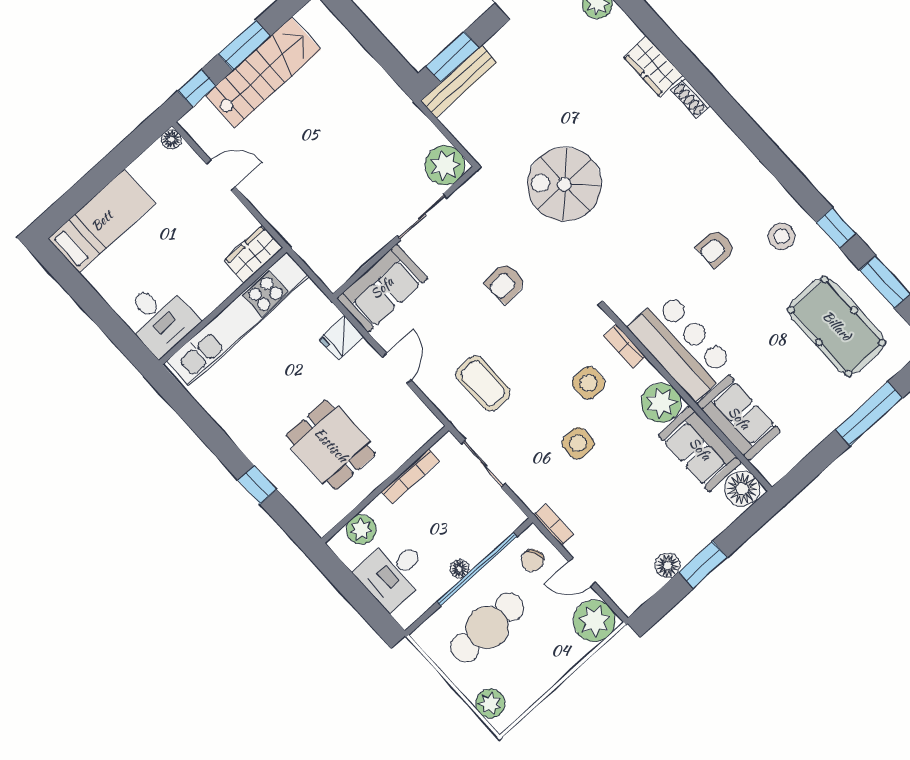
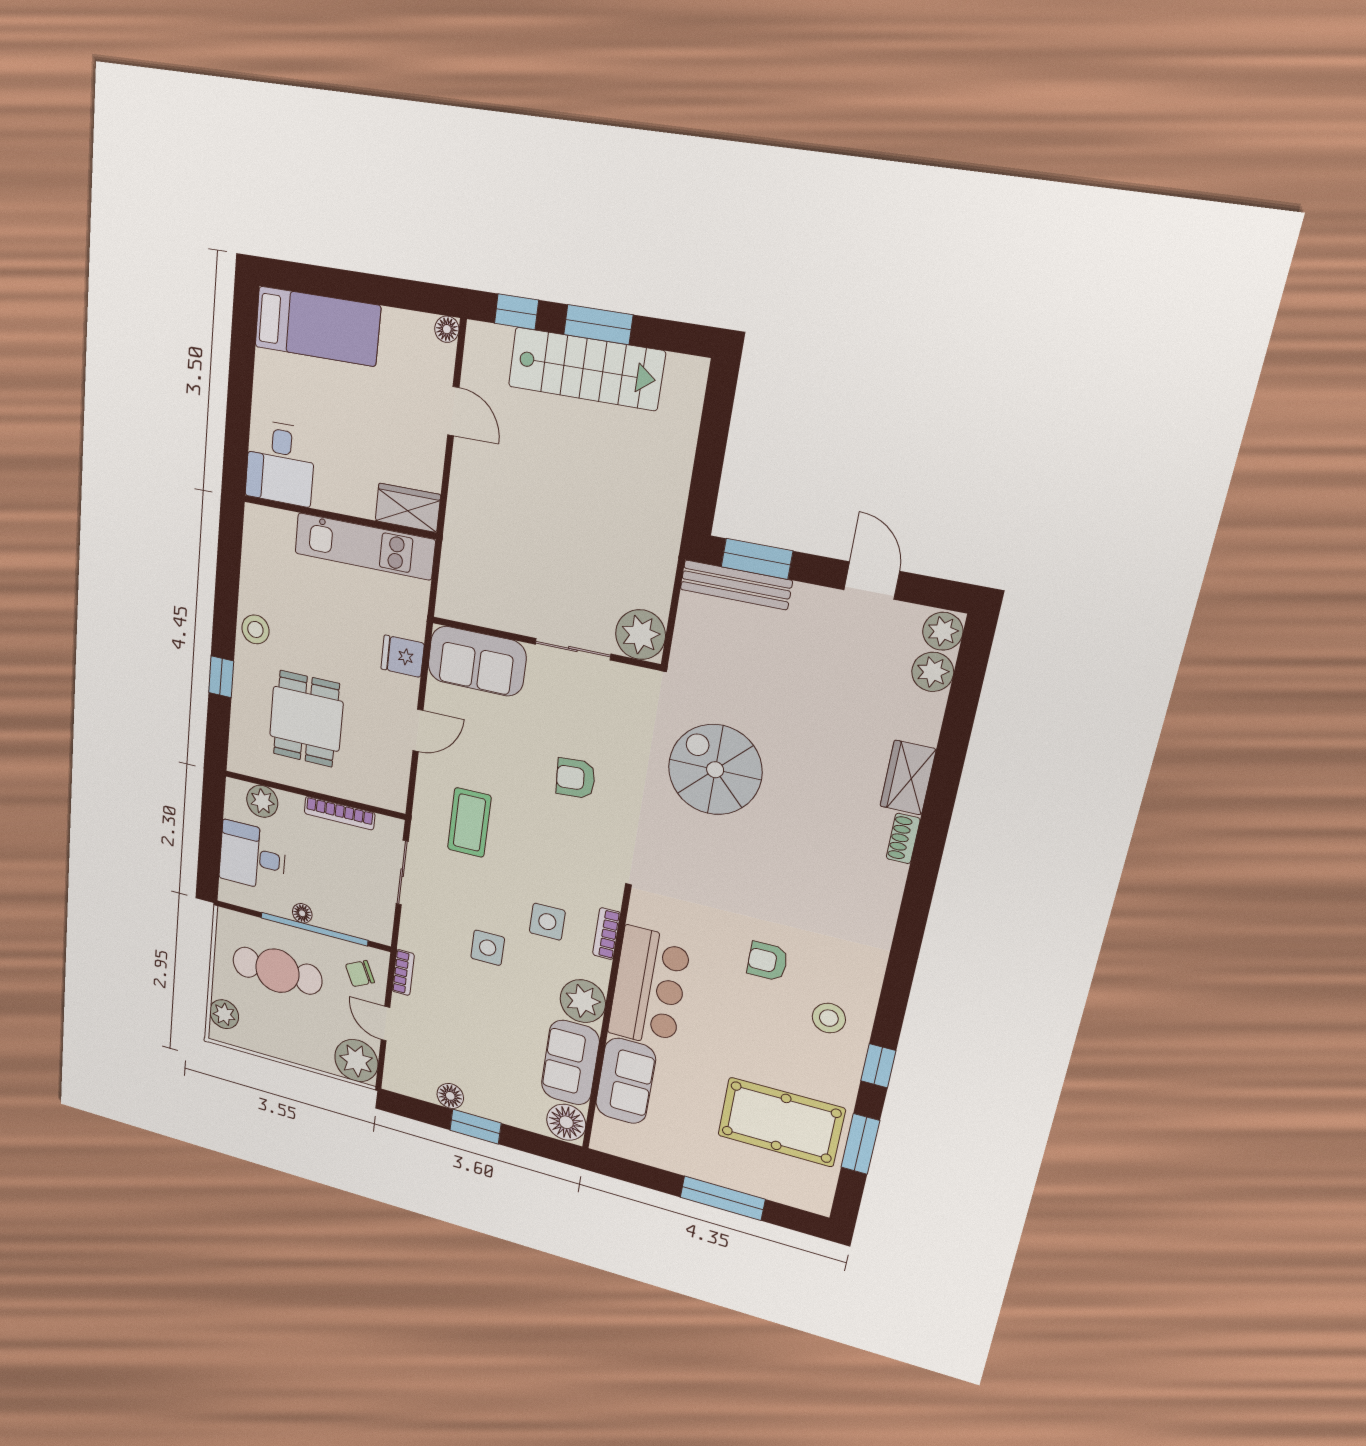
kitchen unit: (238, 319) -> (364, 546), width x0.73
pool table: (837, 326) -> (781, 1122), turned 90
stool: (246, 430) -> (255, 629), added

